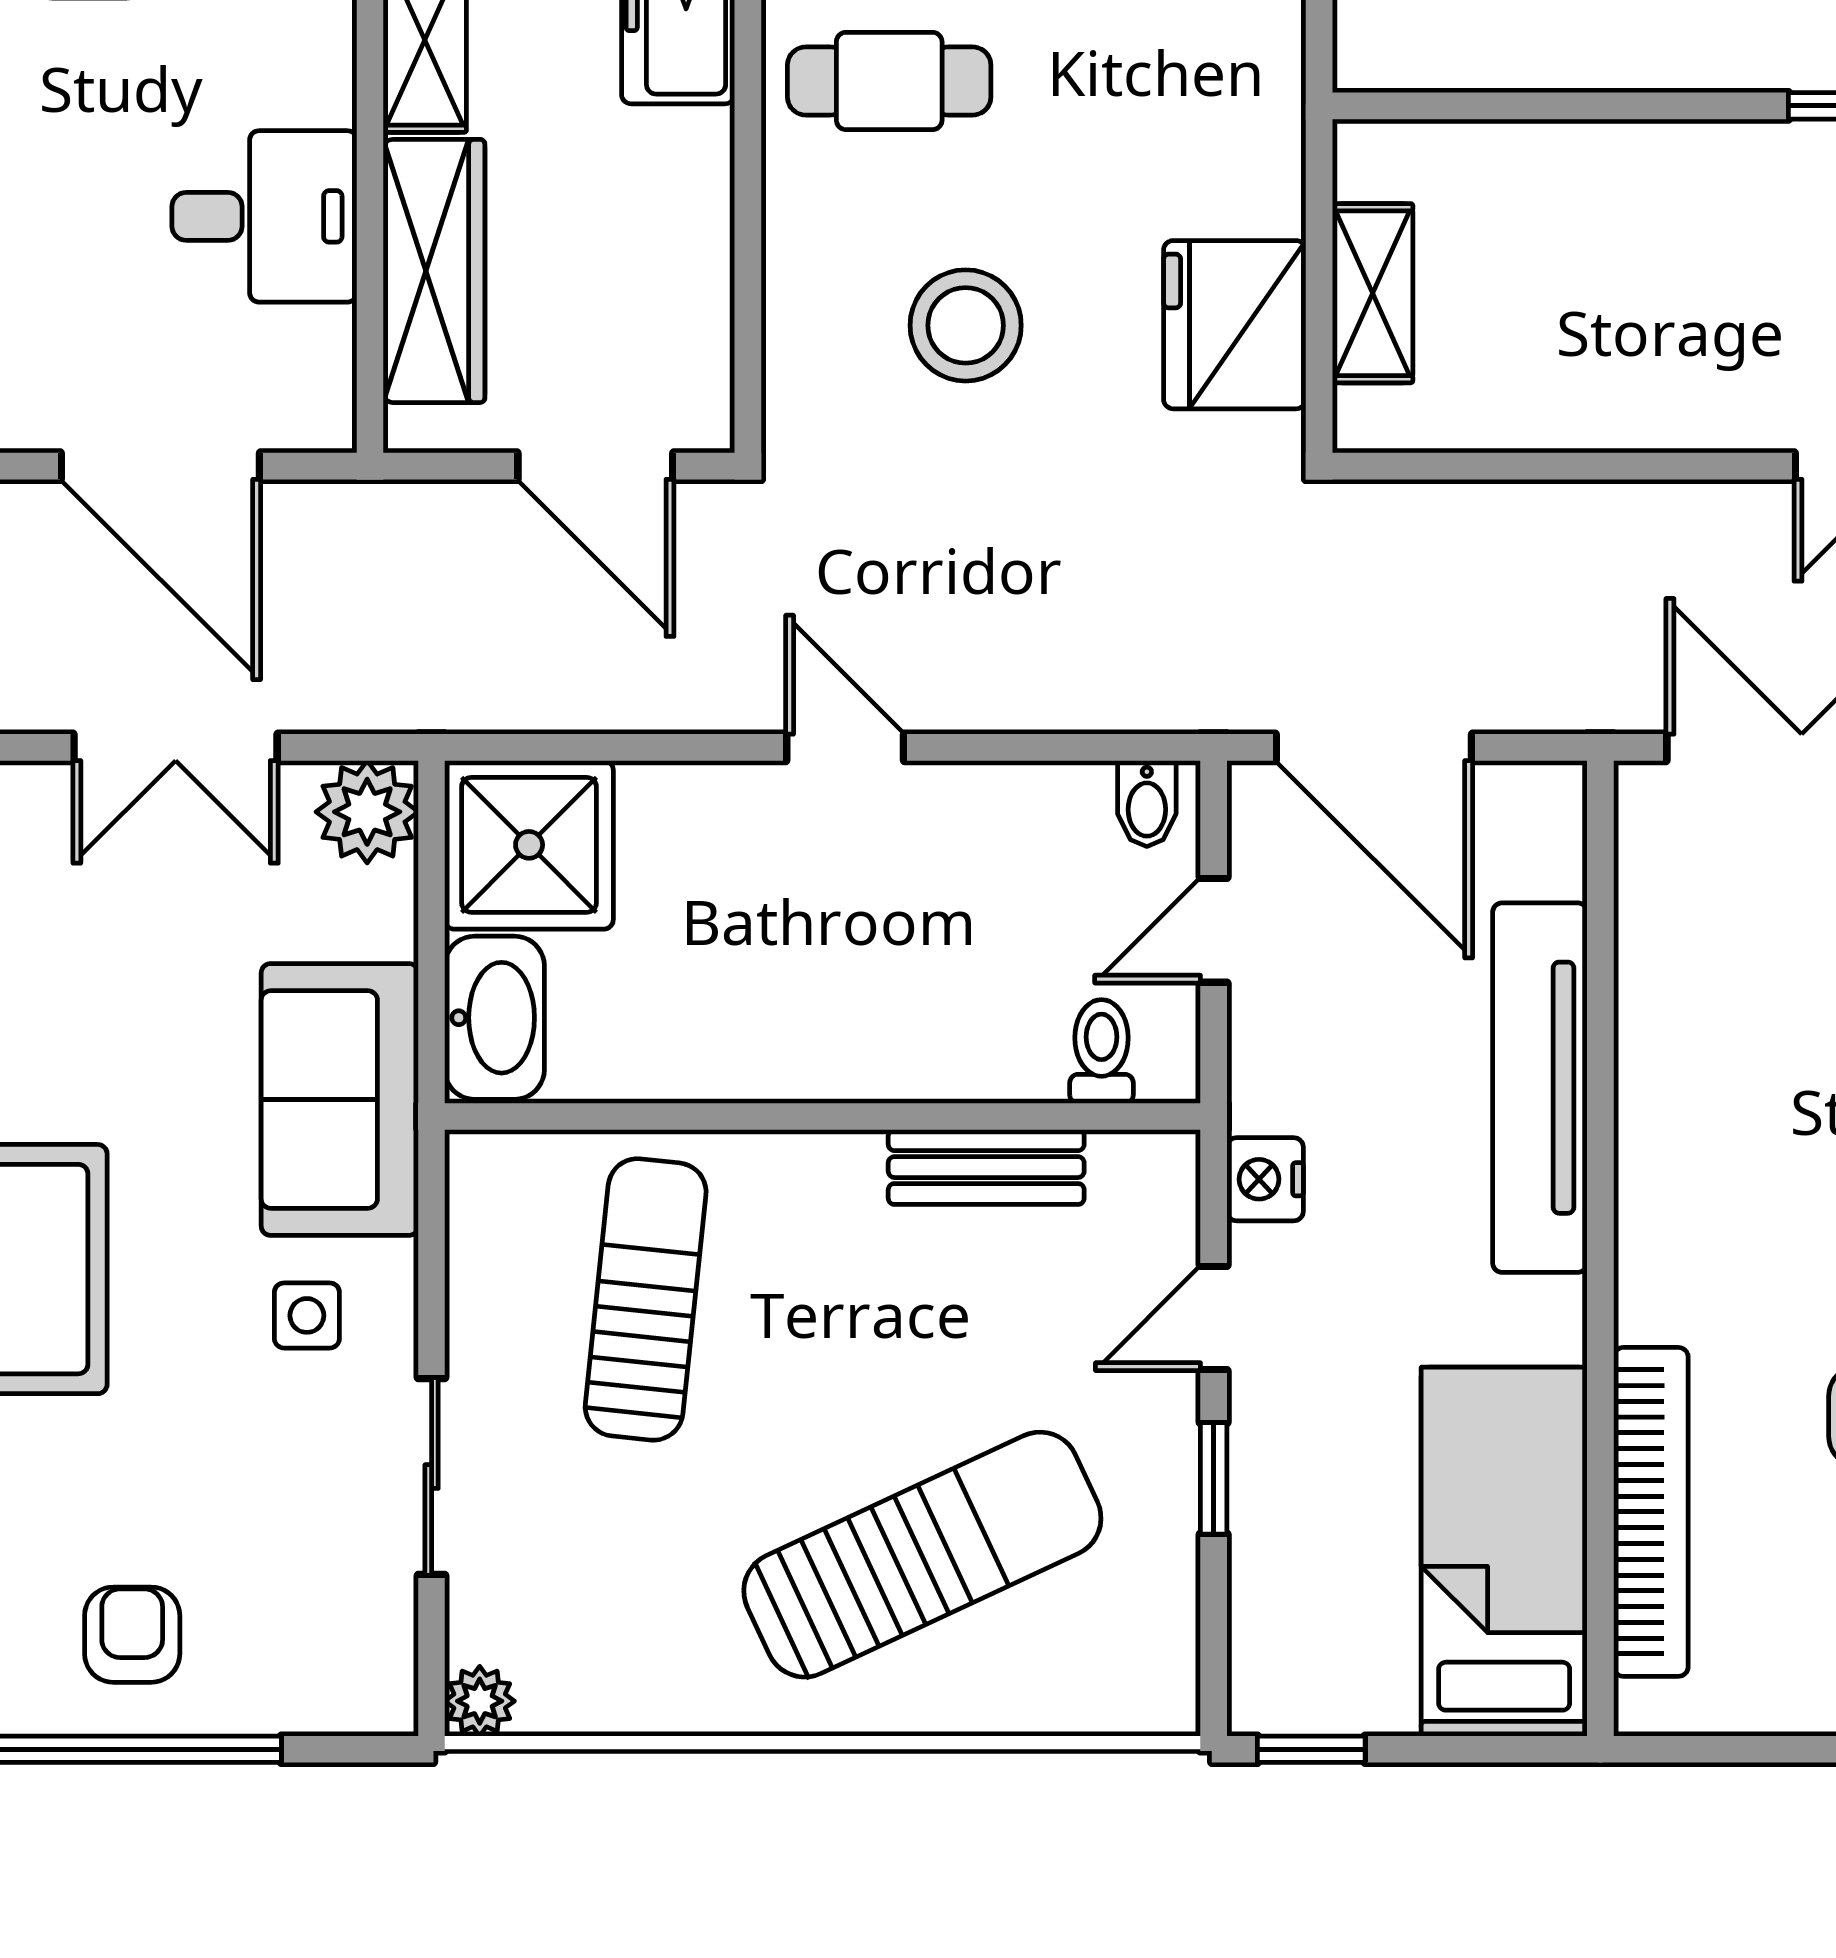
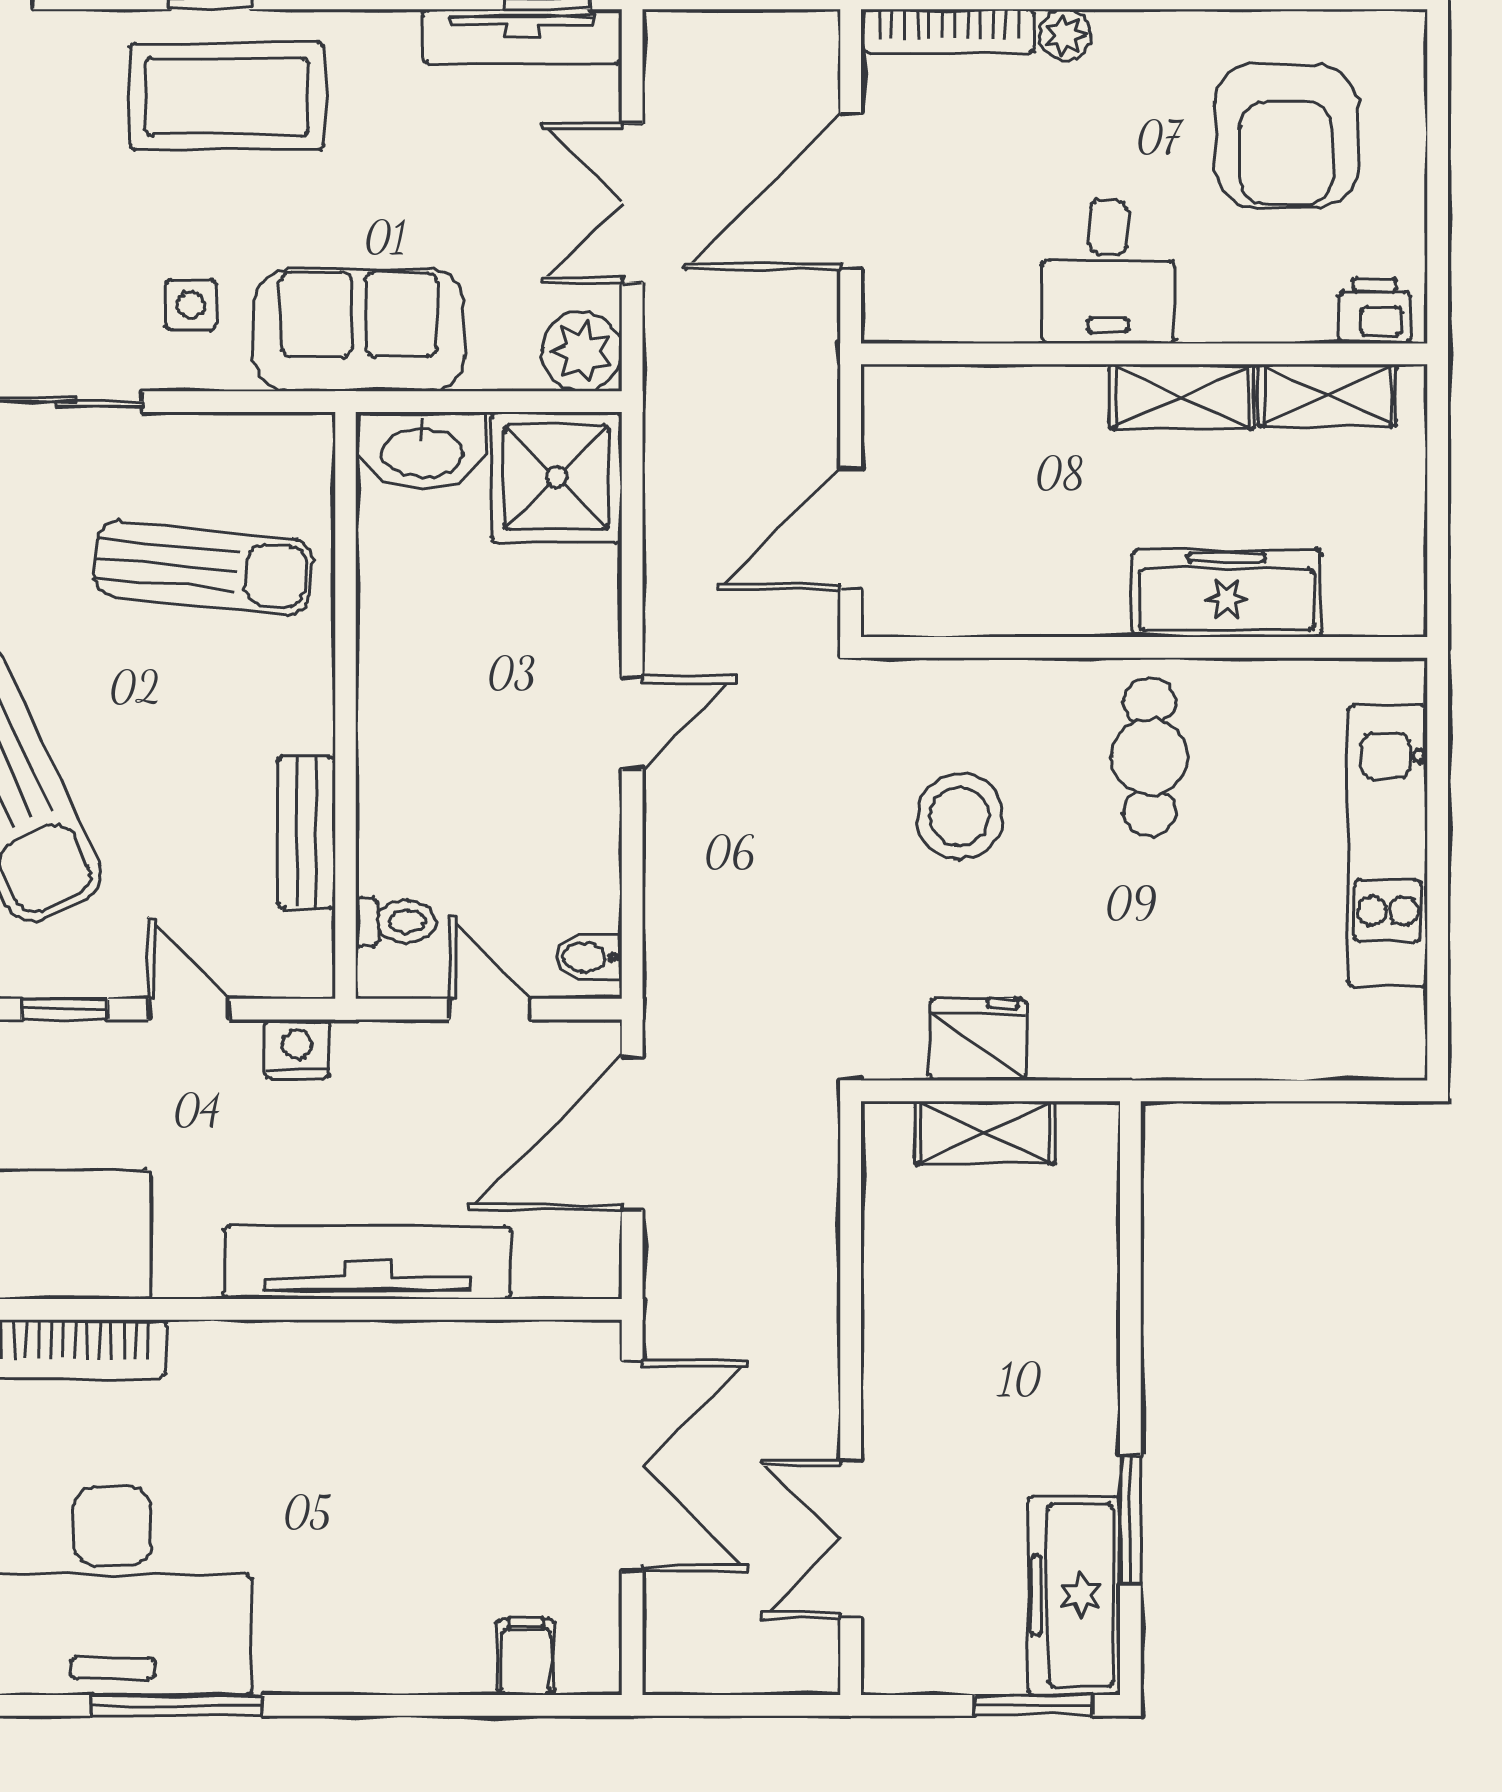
desk: (264, 216) -> (1108, 272), moved
wardrobe: (434, 271) -> (1002, 404), removed
fridge: (1235, 325) -> (978, 1039), width x0.73, depth x0.75

